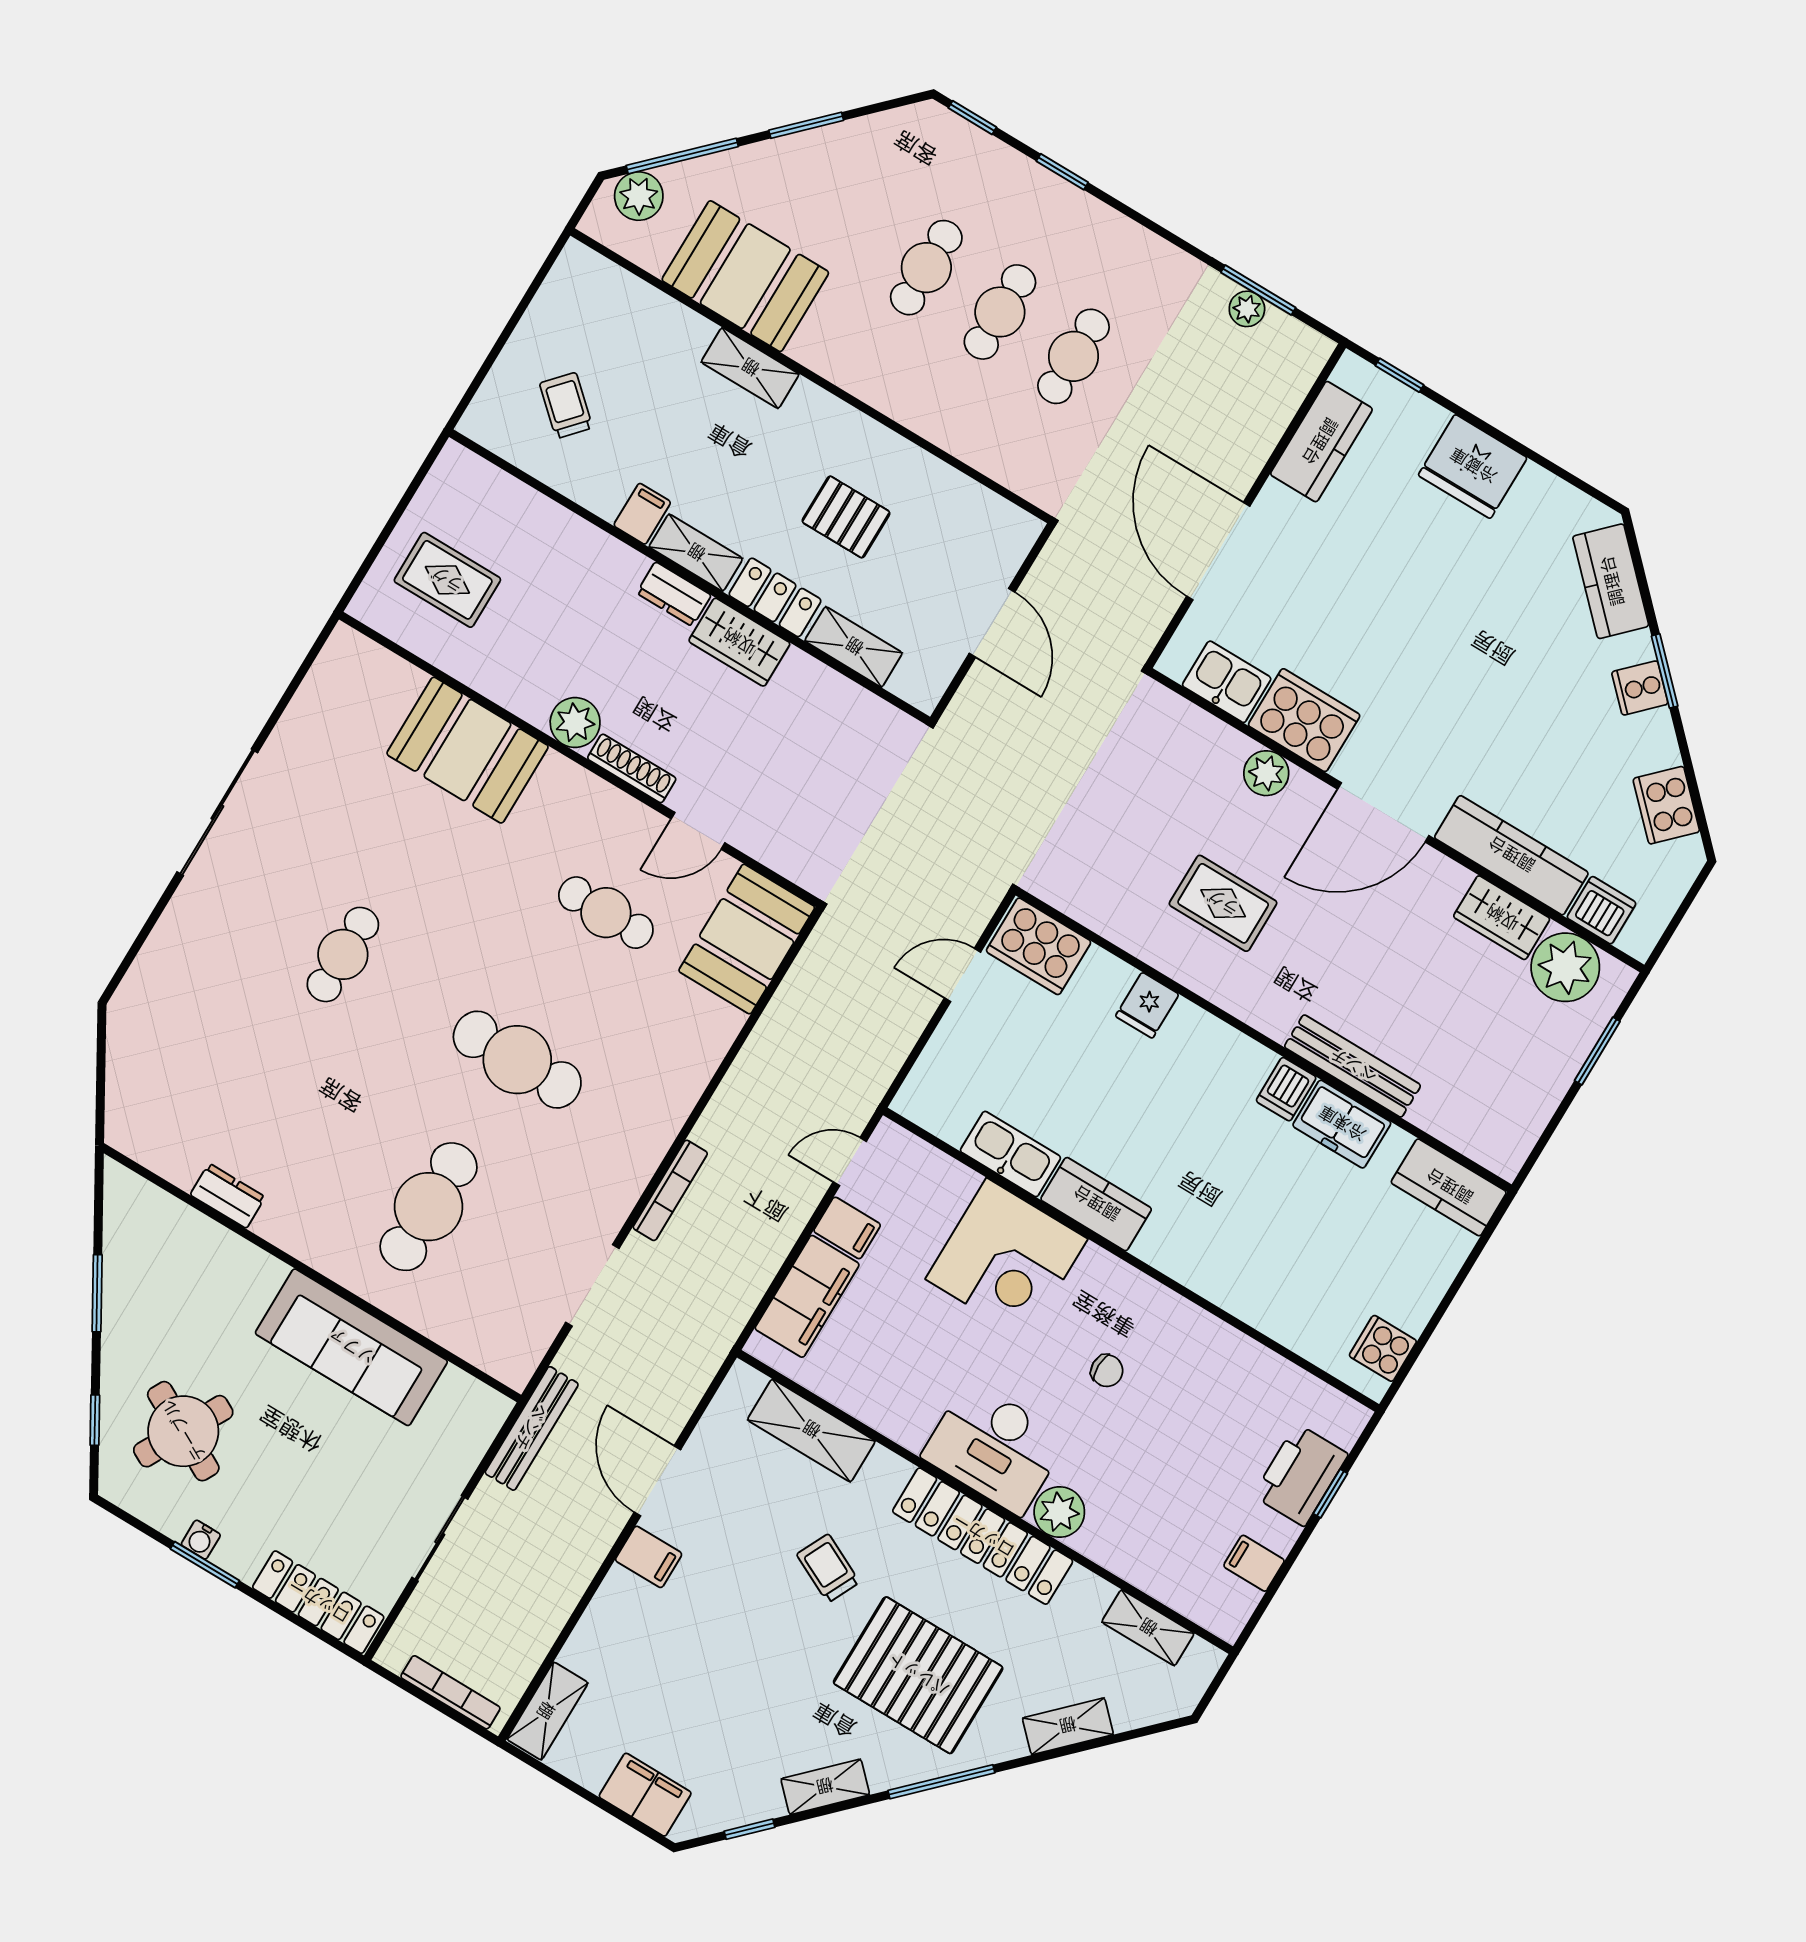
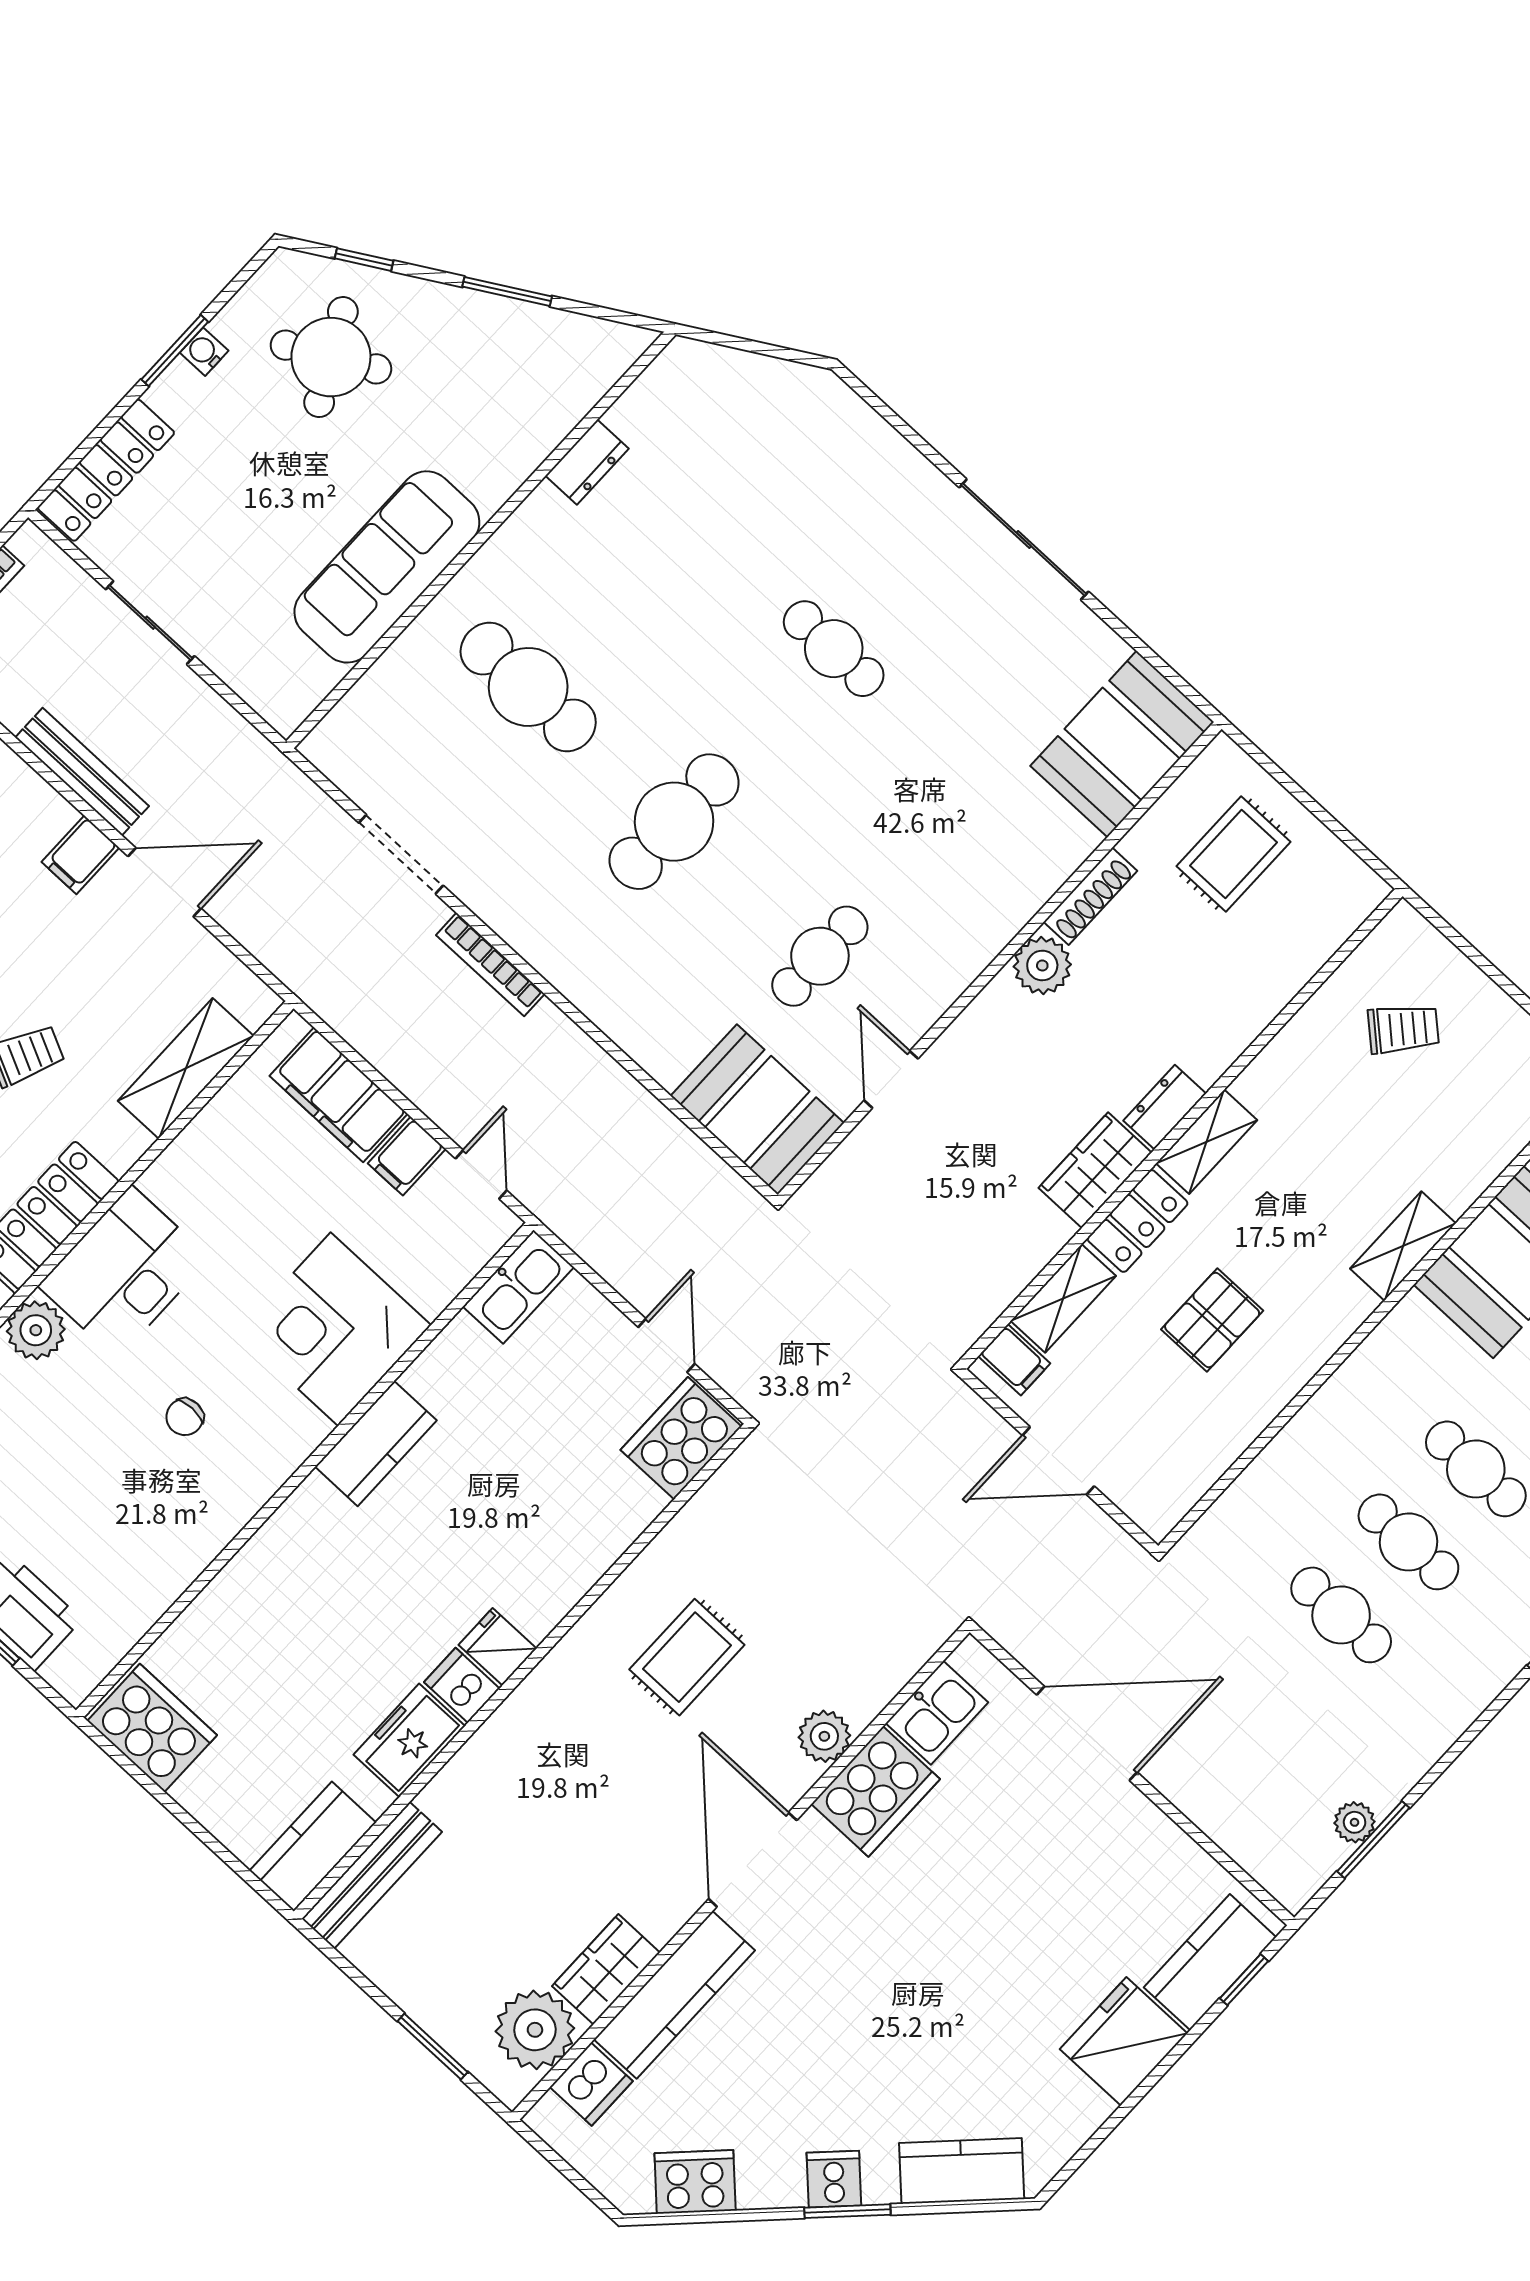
kitchen counter: (1321, 442) -> (1210, 1962), moved, turned 90
filing cabinet: (642, 514) -> (1014, 1360), moved
booth: (467, 750) -> (1122, 744), moved
shoe rack: (632, 768) -> (1090, 896), moved
fridge: (1147, 1005) -> (498, 1647), moved
bench: (1353, 1066) -> (372, 1875), moved
kitchen sink: (1010, 1154) -> (518, 1287), moved
cooker: (1383, 1348) -> (152, 1728), width x1.87, depth x1.31
bench: (532, 1428) -> (82, 772), moved
round table: (183, 1431) -> (331, 357), turned 34

